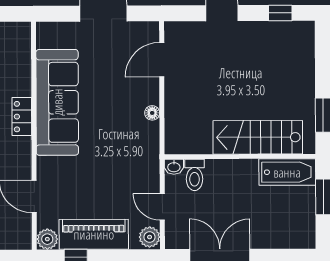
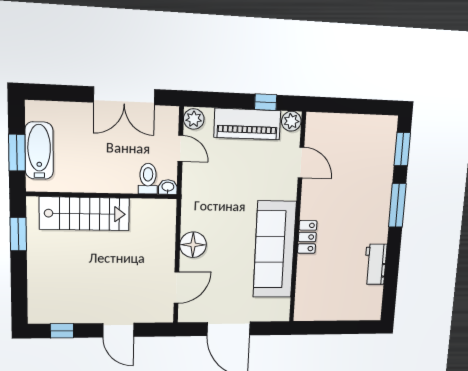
floor lamp: (152, 113) -> (193, 245), width x1.89, depth x1.89
bathtub: (287, 172) -> (39, 151), moved, turned 90

